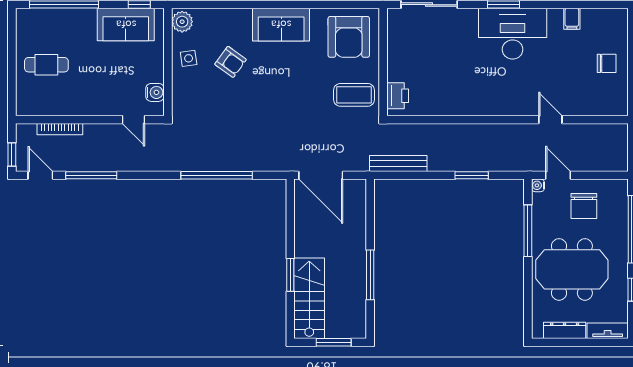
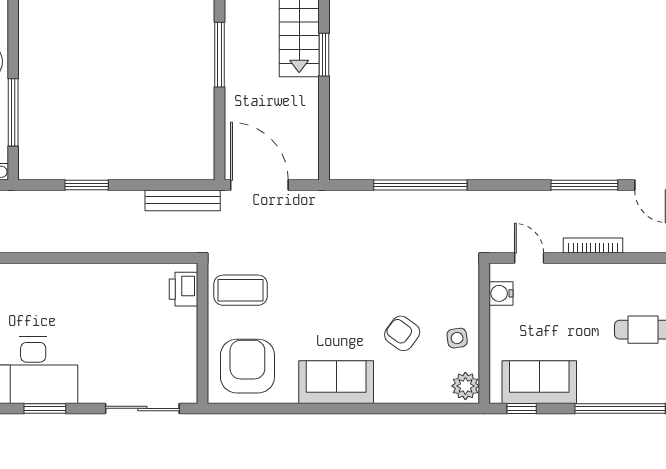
bookcase: (60, 129) -> (593, 245), moved
door: (321, 175) -> (259, 185), moved

